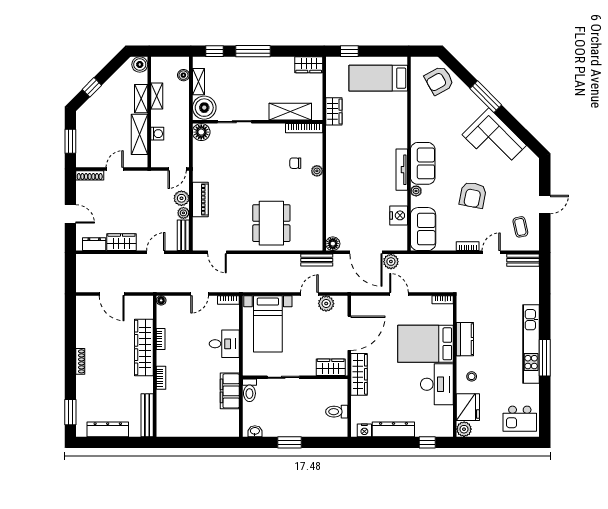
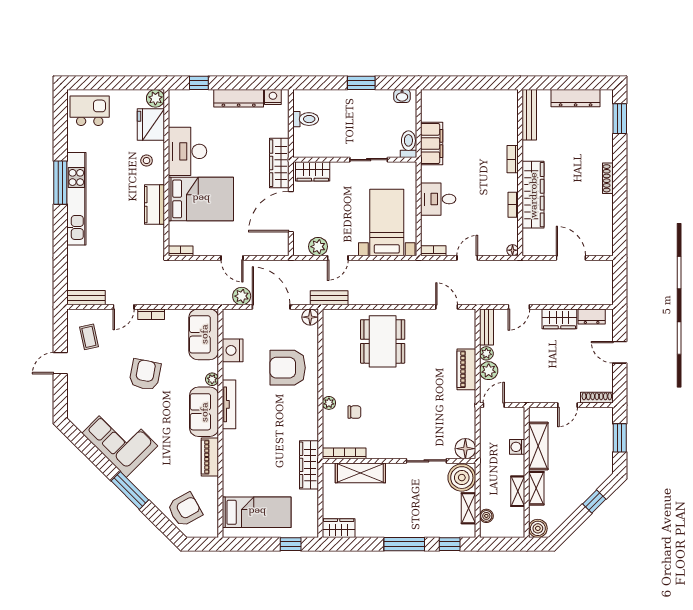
wardrobe: (334, 111) -> (309, 465), width x1.50
piano: (418, 125) -> (210, 457), added
armchair: (352, 201) -> (288, 368), added

